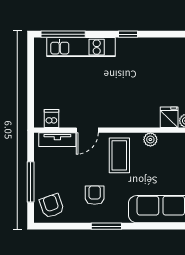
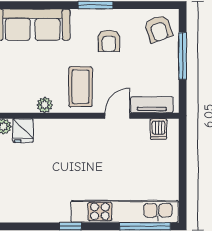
kitchen unit: (81, 47) -> (125, 211), width x1.36

